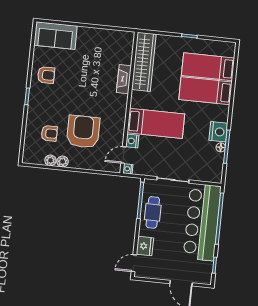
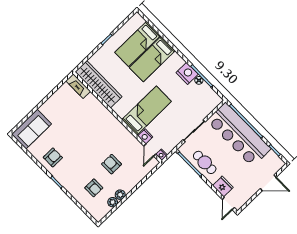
fireplace: (124, 79) -> (78, 86), moved
armchair: (83, 132) -> (112, 164), width x0.53, depth x0.53
armchair: (49, 133) -> (94, 188), turned 90

